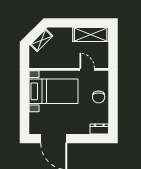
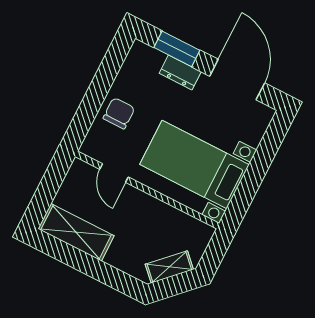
dresser: (99, 129) -> (180, 72), moved
window: (87, 139) -> (177, 49), added

